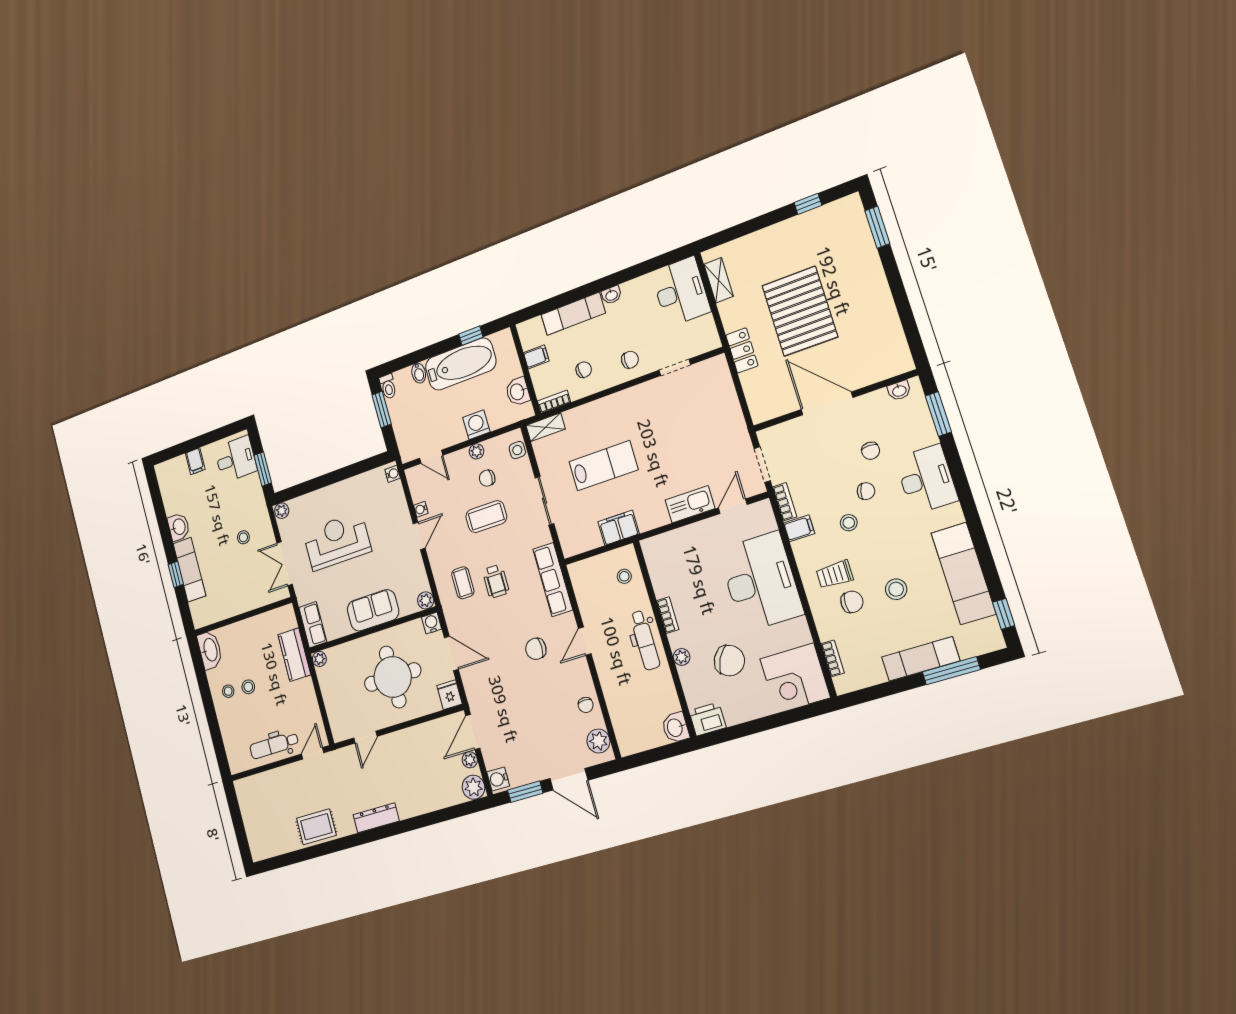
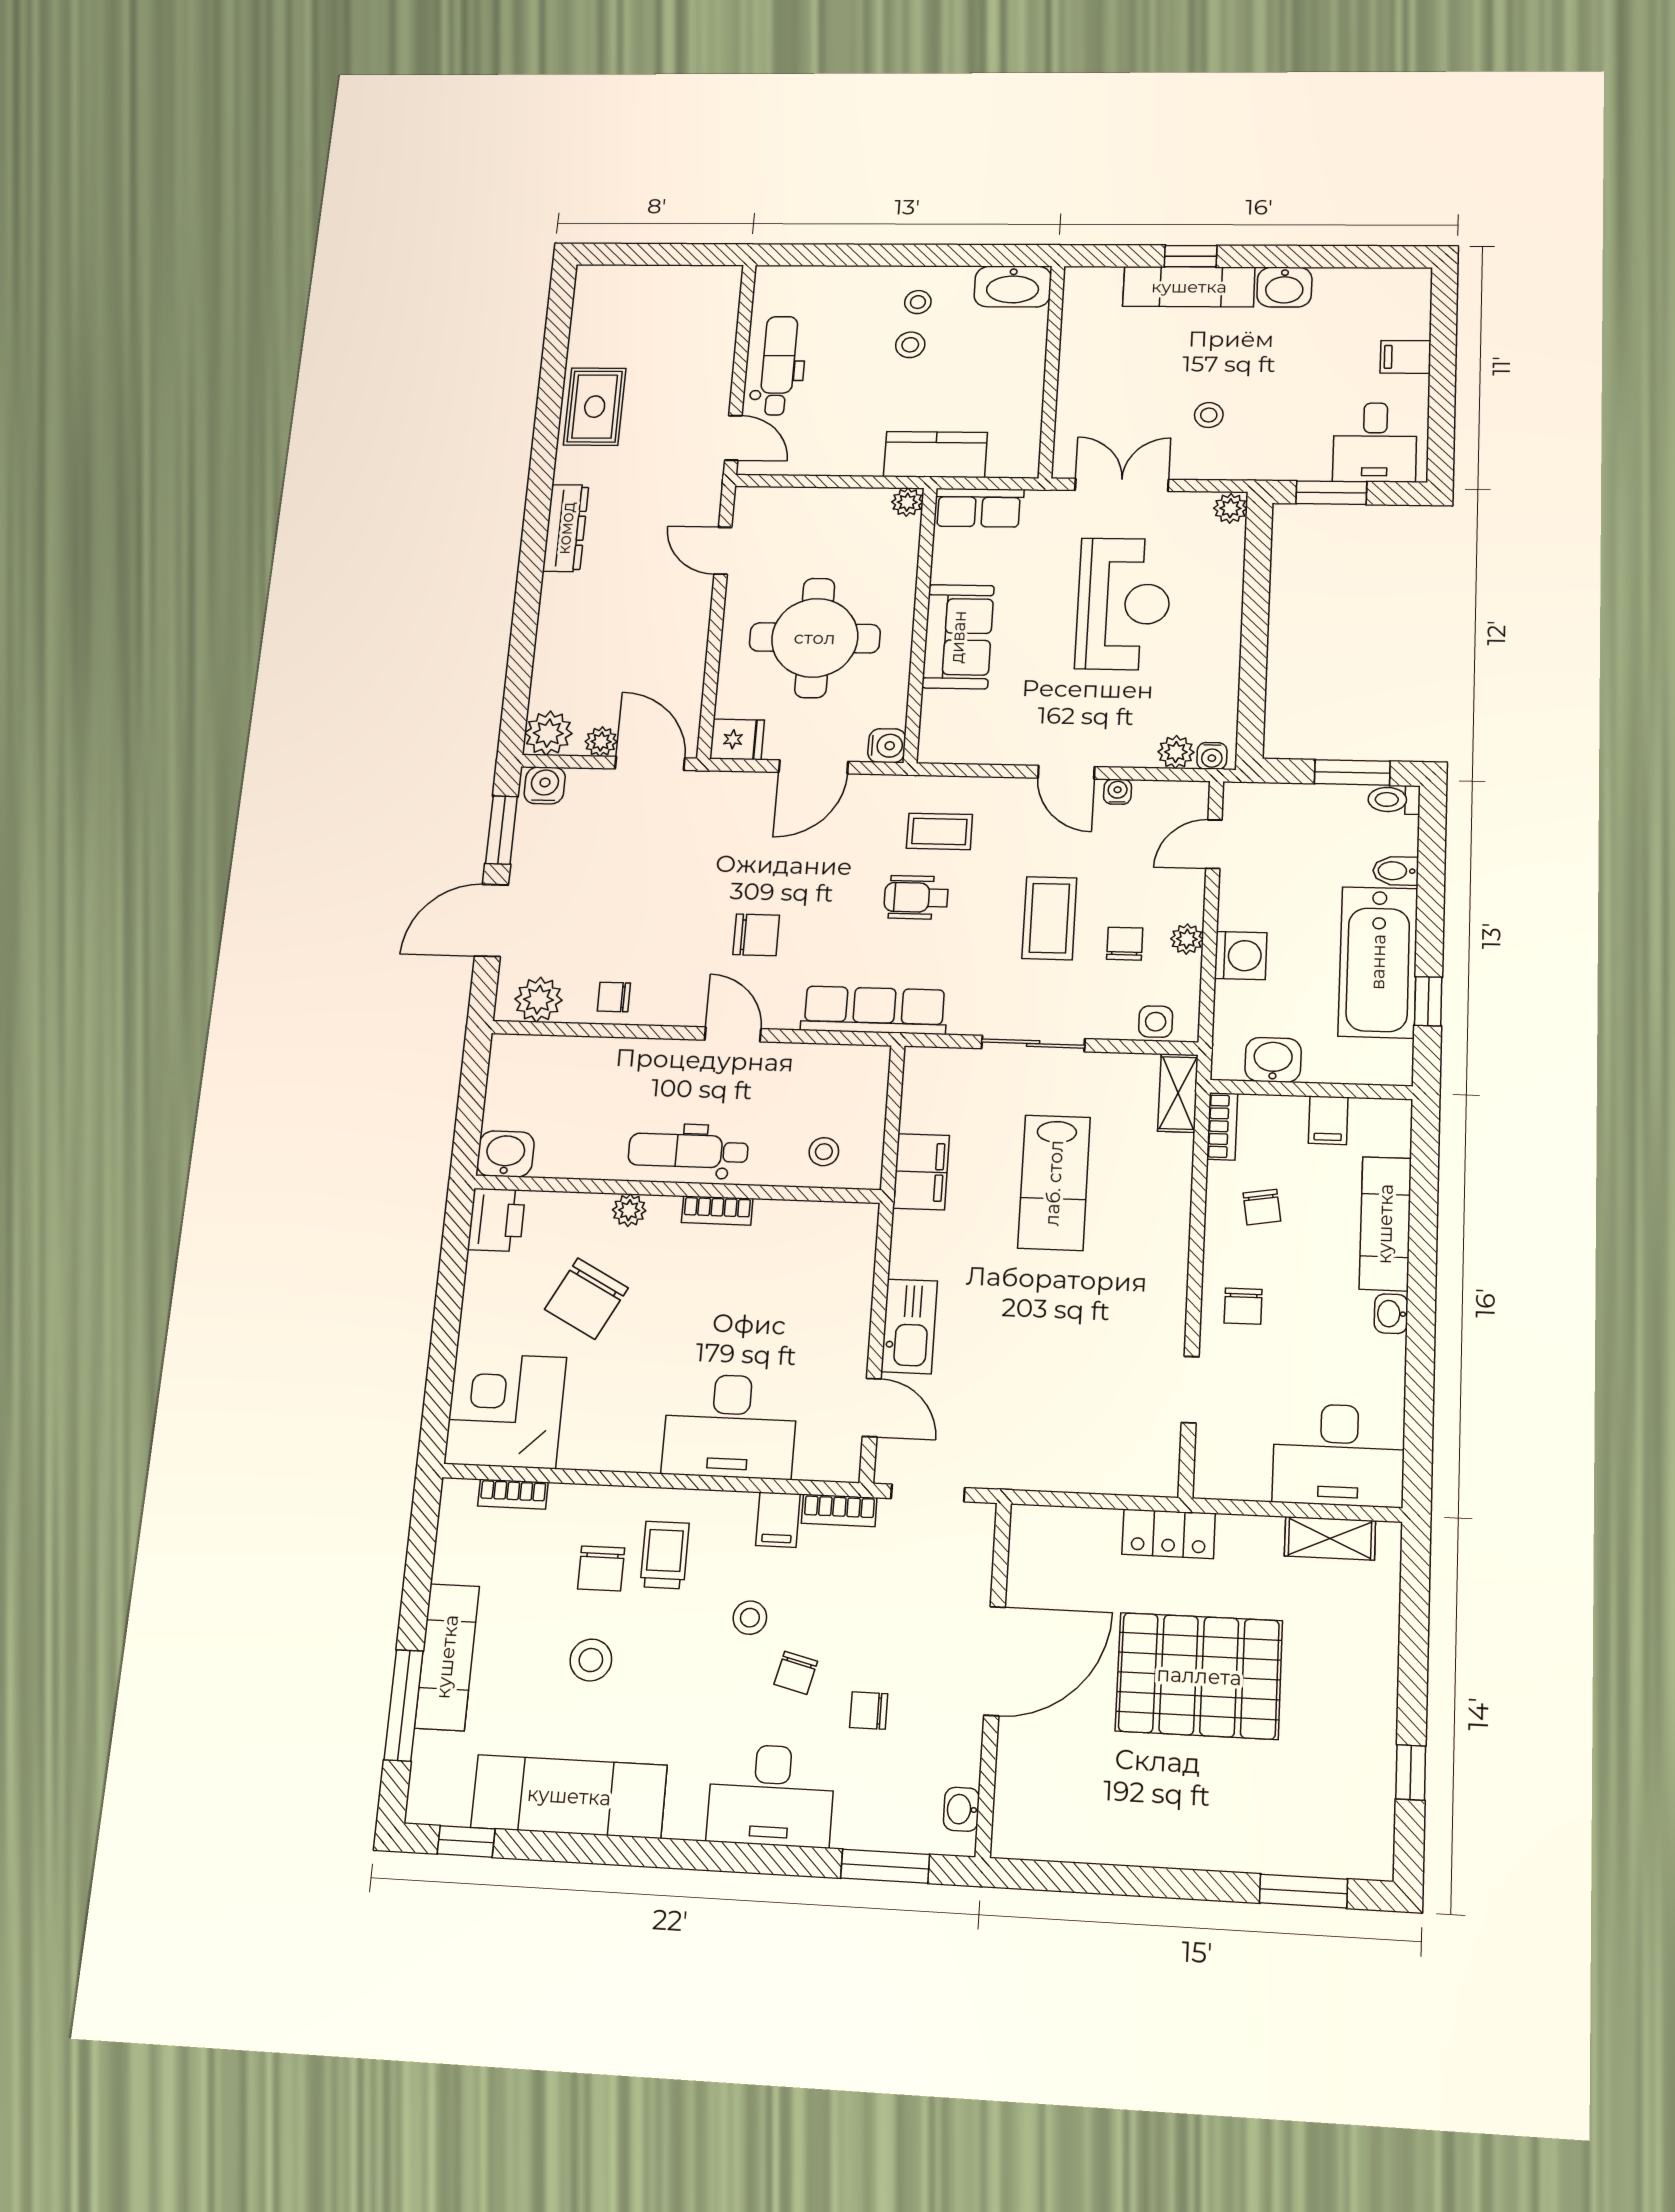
desk: (761, 582) -> (730, 1426), width x0.73, depth x0.77
plant: (426, 600) -> (1176, 752), moved
chair: (536, 649) -> (756, 935), turned 90

